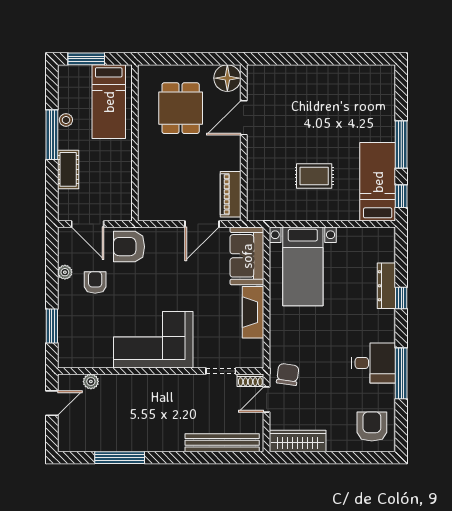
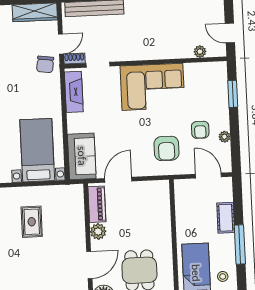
stool: (66, 120) -> (223, 276), moved
plant: (231, 160) -> (98, 231), added
rug: (314, 176) -> (32, 222), turned 90
armchair: (129, 247) -> (166, 148), moved, turned 90
fireplace: (253, 312) -> (74, 92), moved
door: (52, 403) -> (230, 33), hinge flipped

